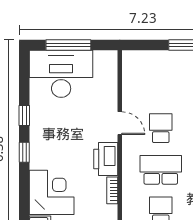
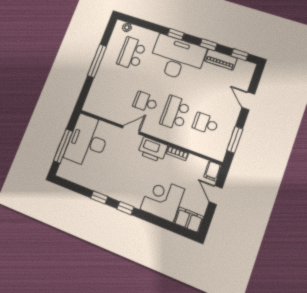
desk: (61, 74) -> (88, 141), moved

